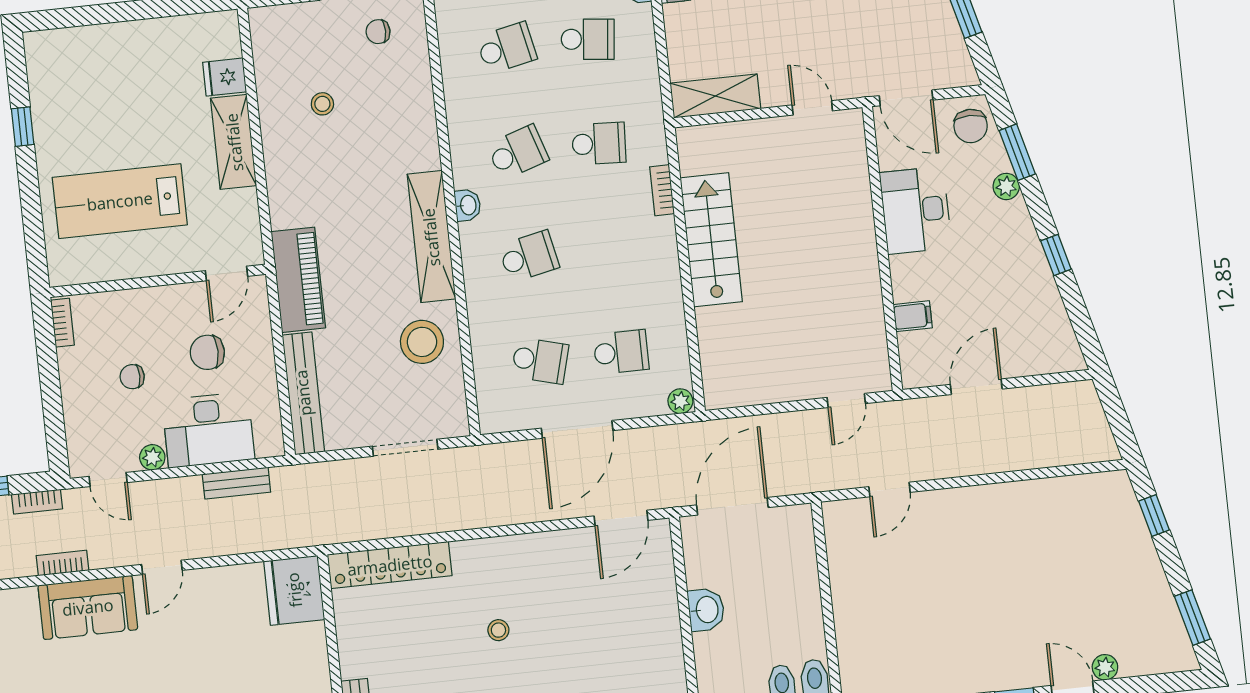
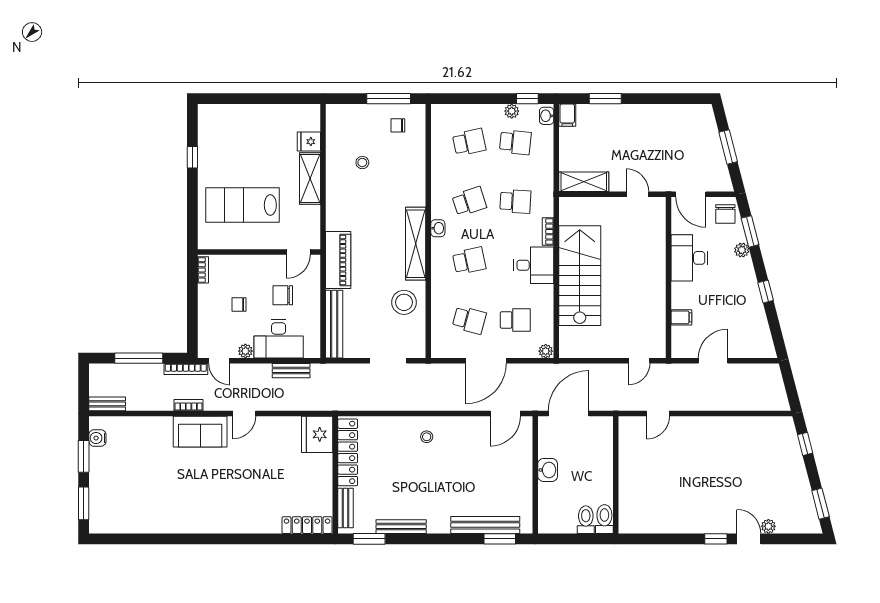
stairs: (711, 240) -> (580, 276), width x1.36, depth x1.51
desk: (643, 252) -> (534, 265), added
bookcase: (37, 502) -> (186, 369), width x1.56
locker: (390, 565) -> (348, 452), moved, turned -90
stool: (498, 630) -> (427, 437), moved

